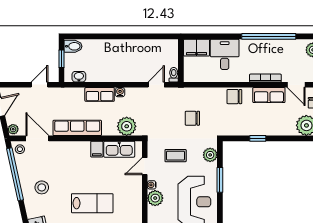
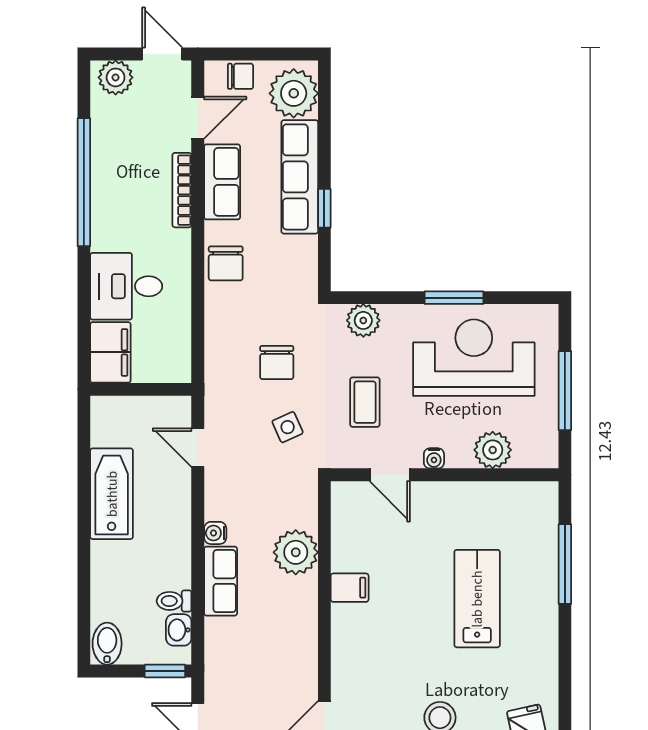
bathtub: (137, 48) -> (112, 494), added
window: (61, 59) -> (165, 671), moved
toilet: (174, 75) -> (174, 601), moved
side table: (165, 123) -> (288, 427), added
plant: (127, 126) -> (296, 552), moved
row of seats: (77, 128) -> (300, 177), moved
kitchen sink: (119, 149) -> (350, 535), removed
window: (220, 180) -> (454, 298), moved
plant: (155, 198) -> (493, 450), moved

